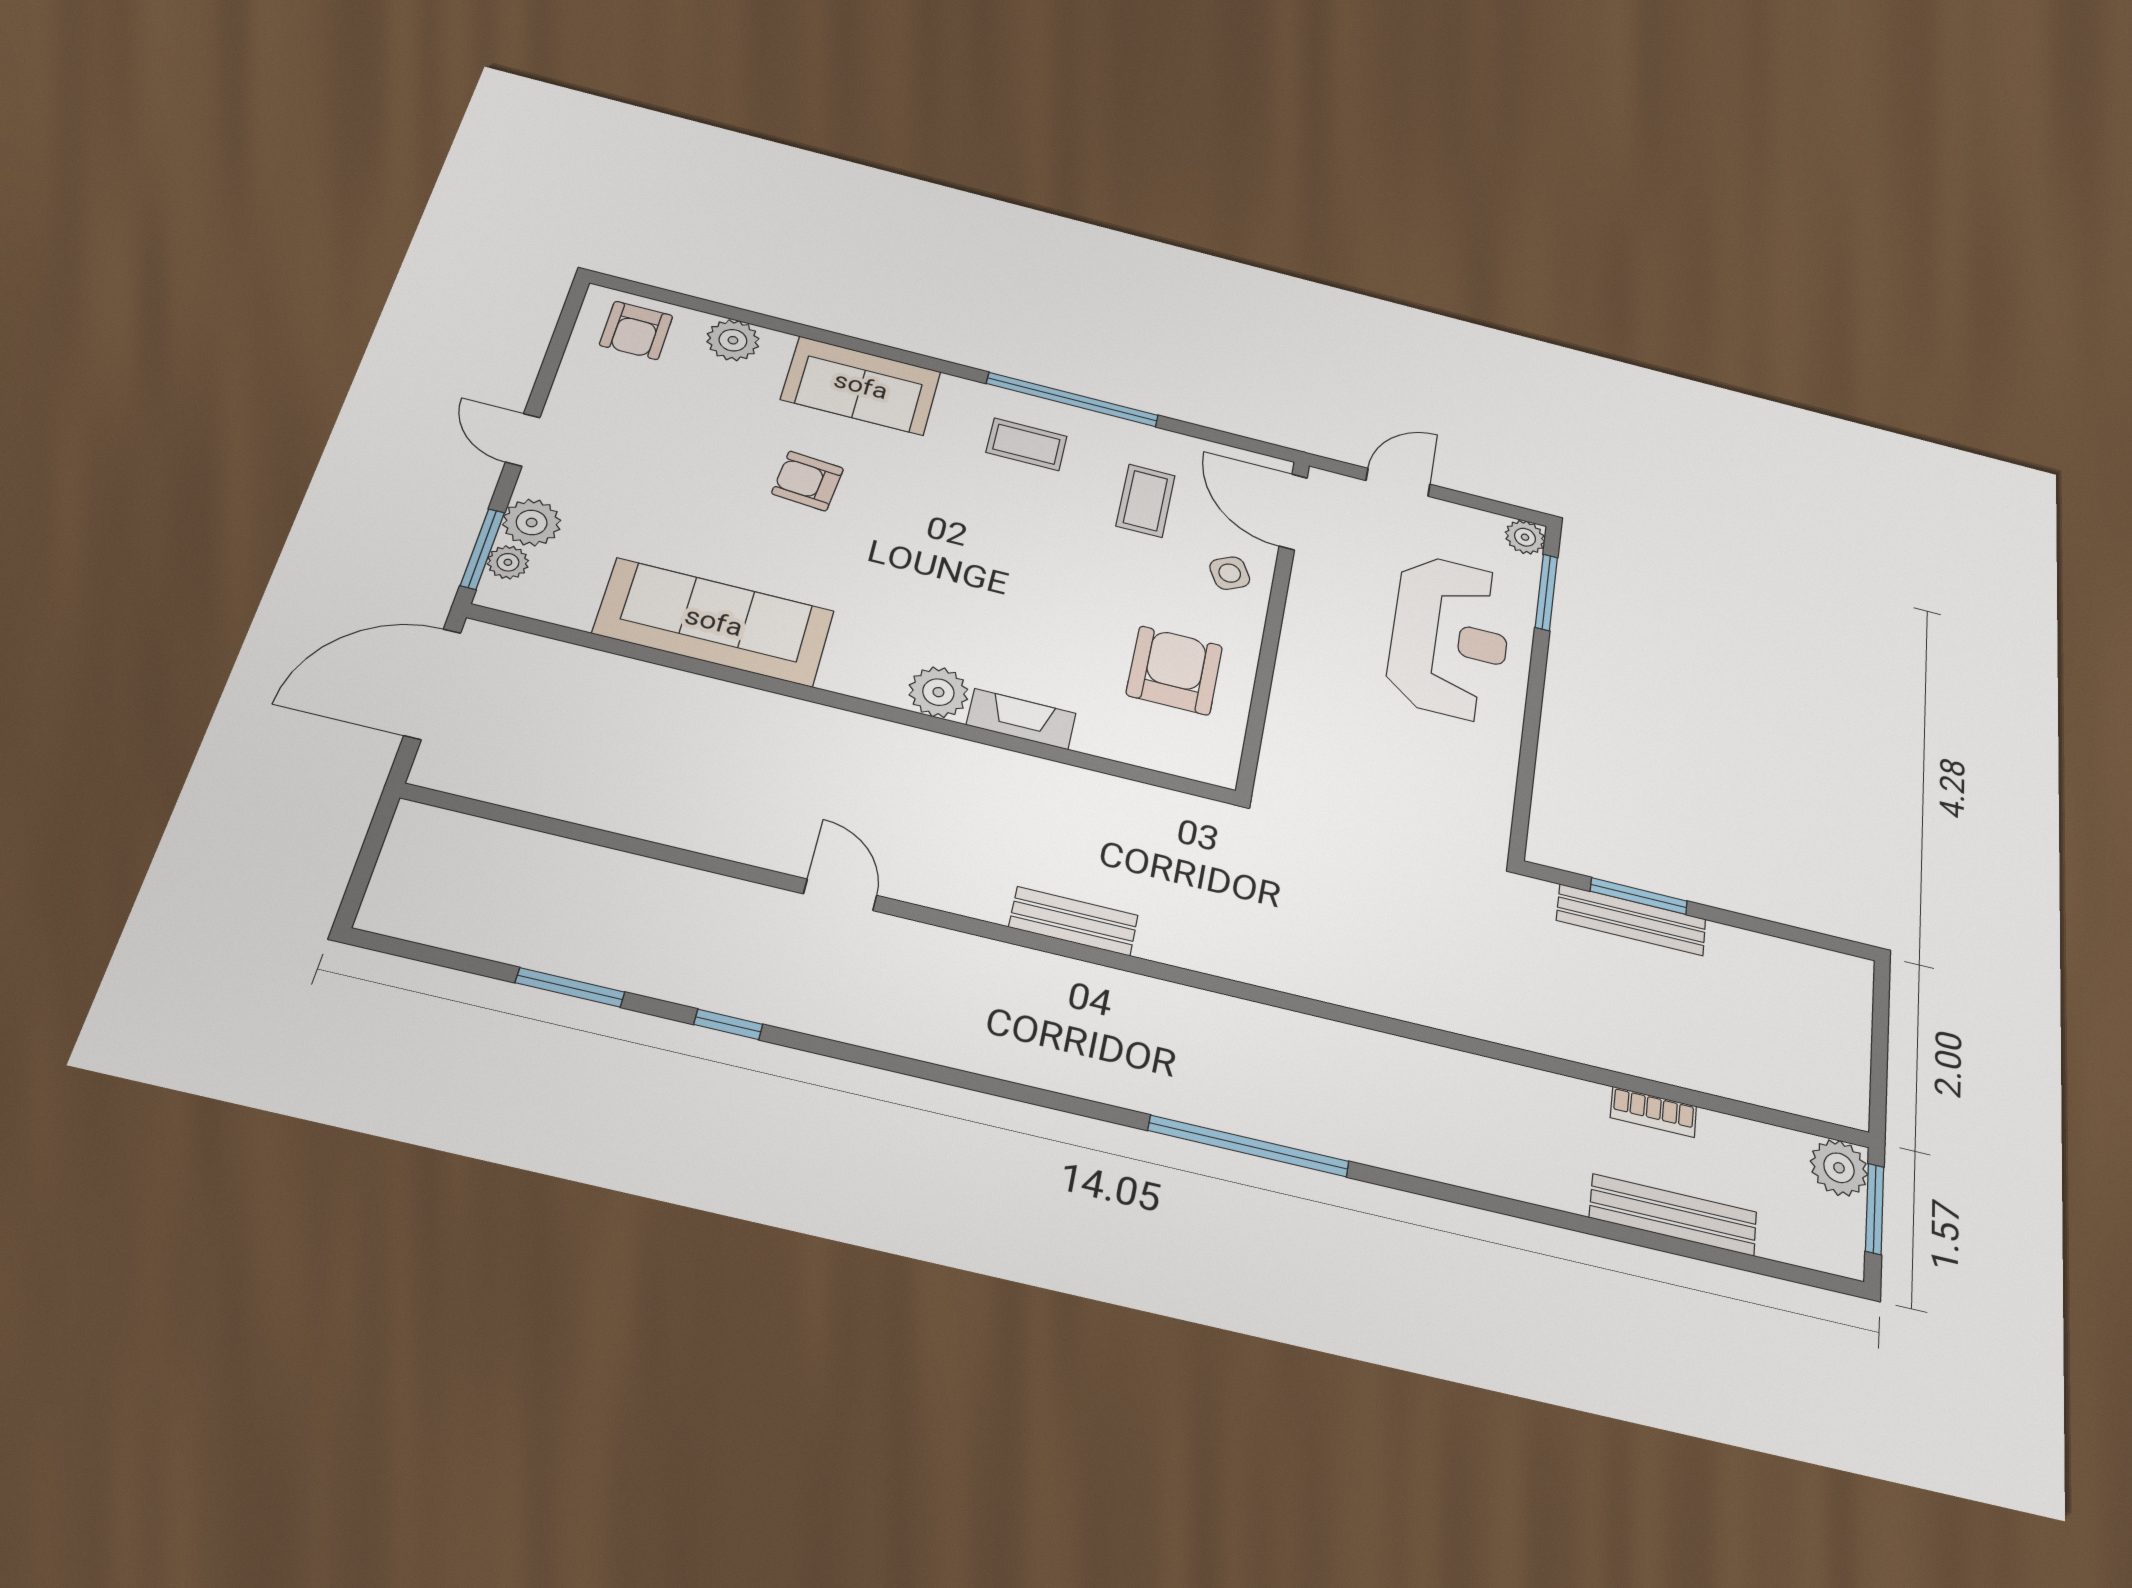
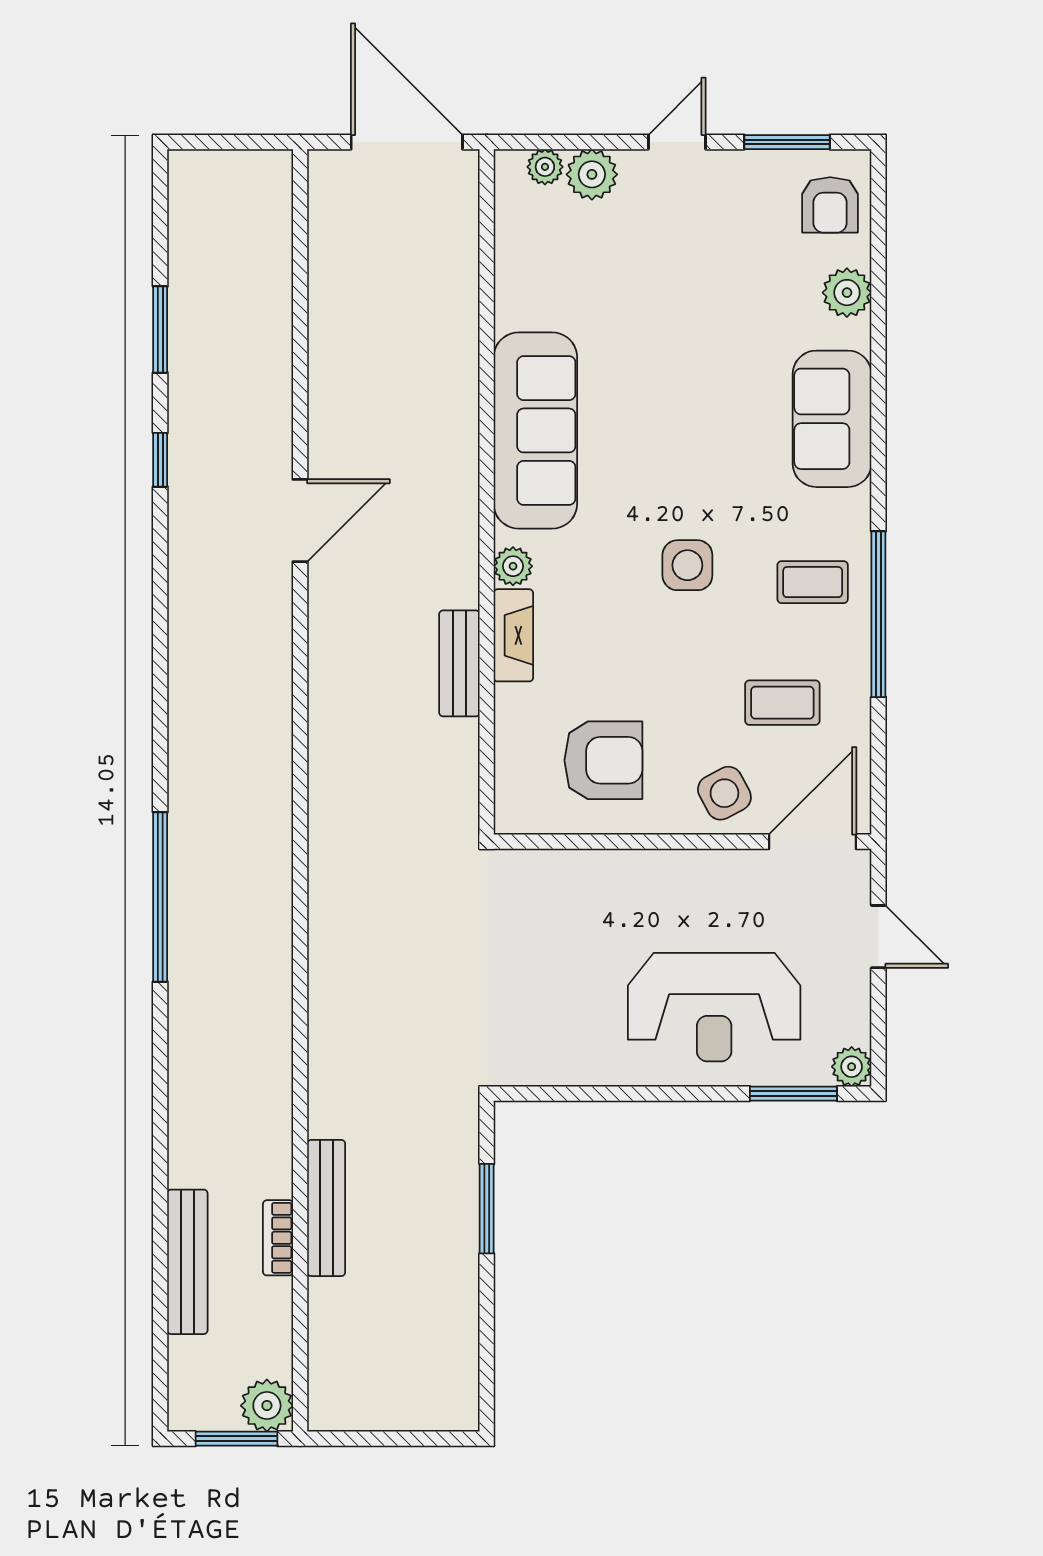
armchair: (636, 330) -> (830, 205), turned -90
coffee table: (1026, 444) -> (813, 582), turned 90
armchair: (808, 481) -> (709, 396), removed
side table: (983, 545) -> (687, 565), added
window: (482, 549) -> (787, 142), moved
side table: (1230, 573) -> (724, 793), width x1.37, depth x1.37
sofa: (714, 622) -> (535, 430), moved
plant: (938, 692) -> (513, 566), width x0.73, depth x0.73
door: (840, 895) -> (300, 520), width x1.38
bench: (1631, 920) -> (326, 1208), moved
bench: (1073, 921) -> (459, 663), moved

